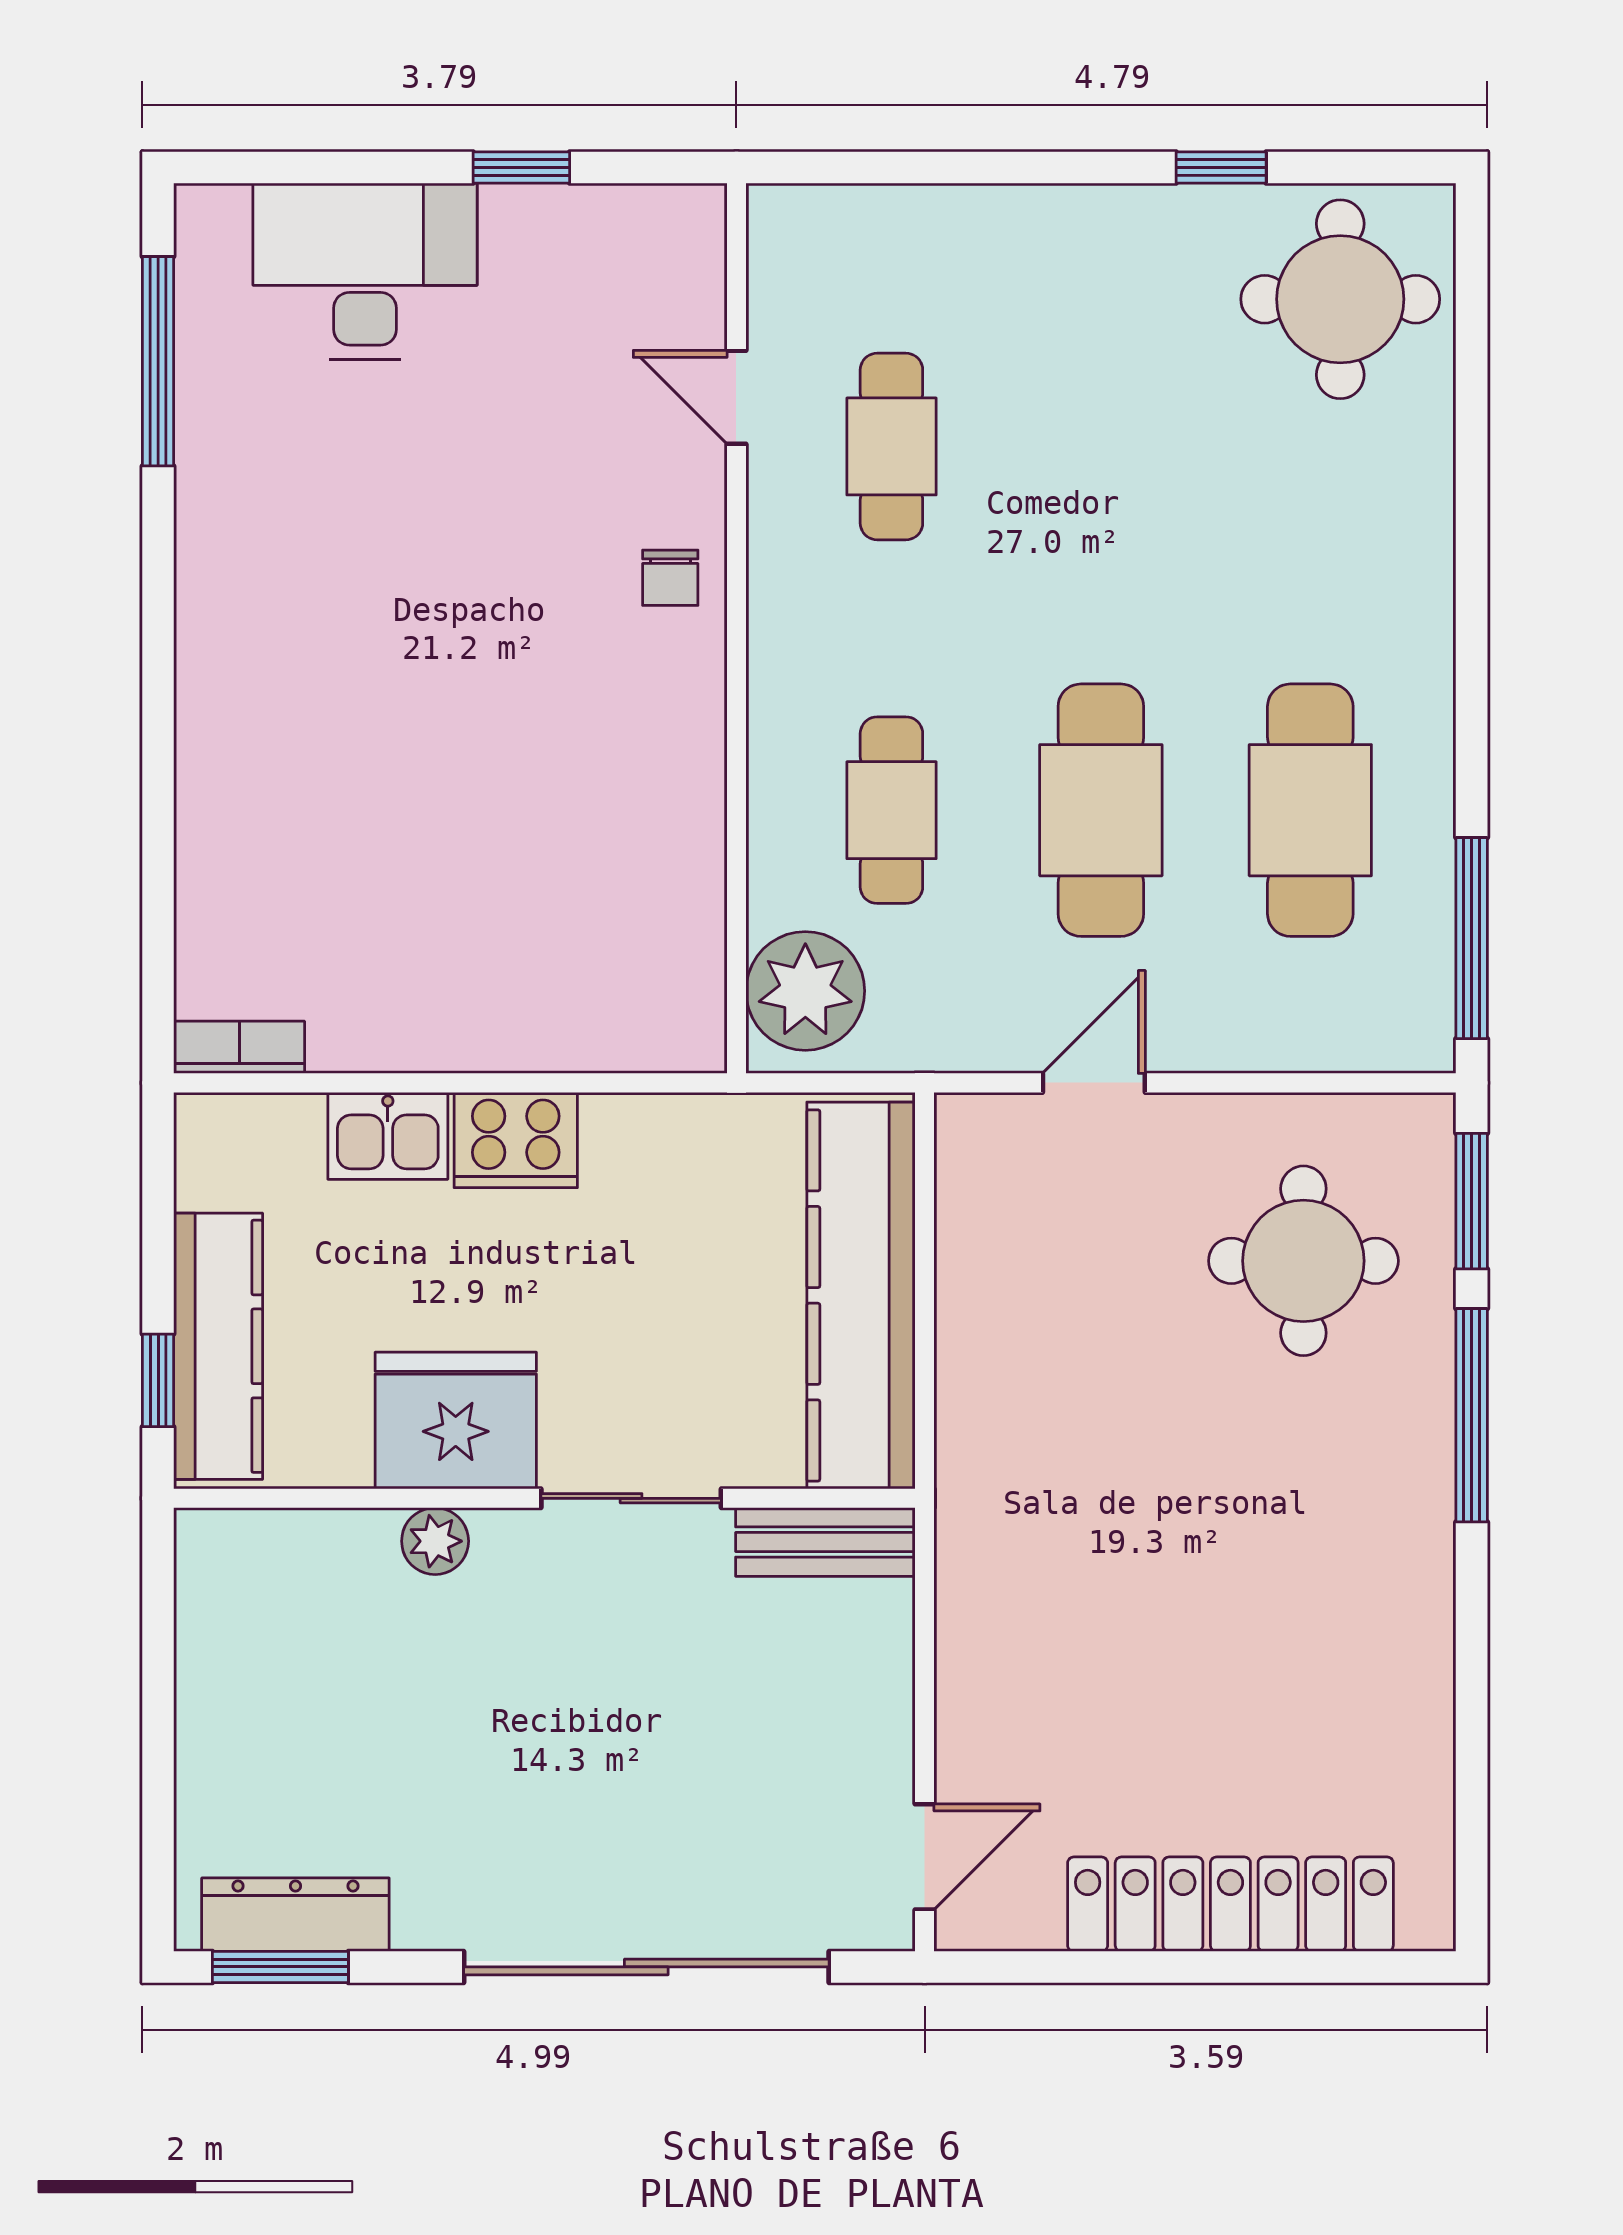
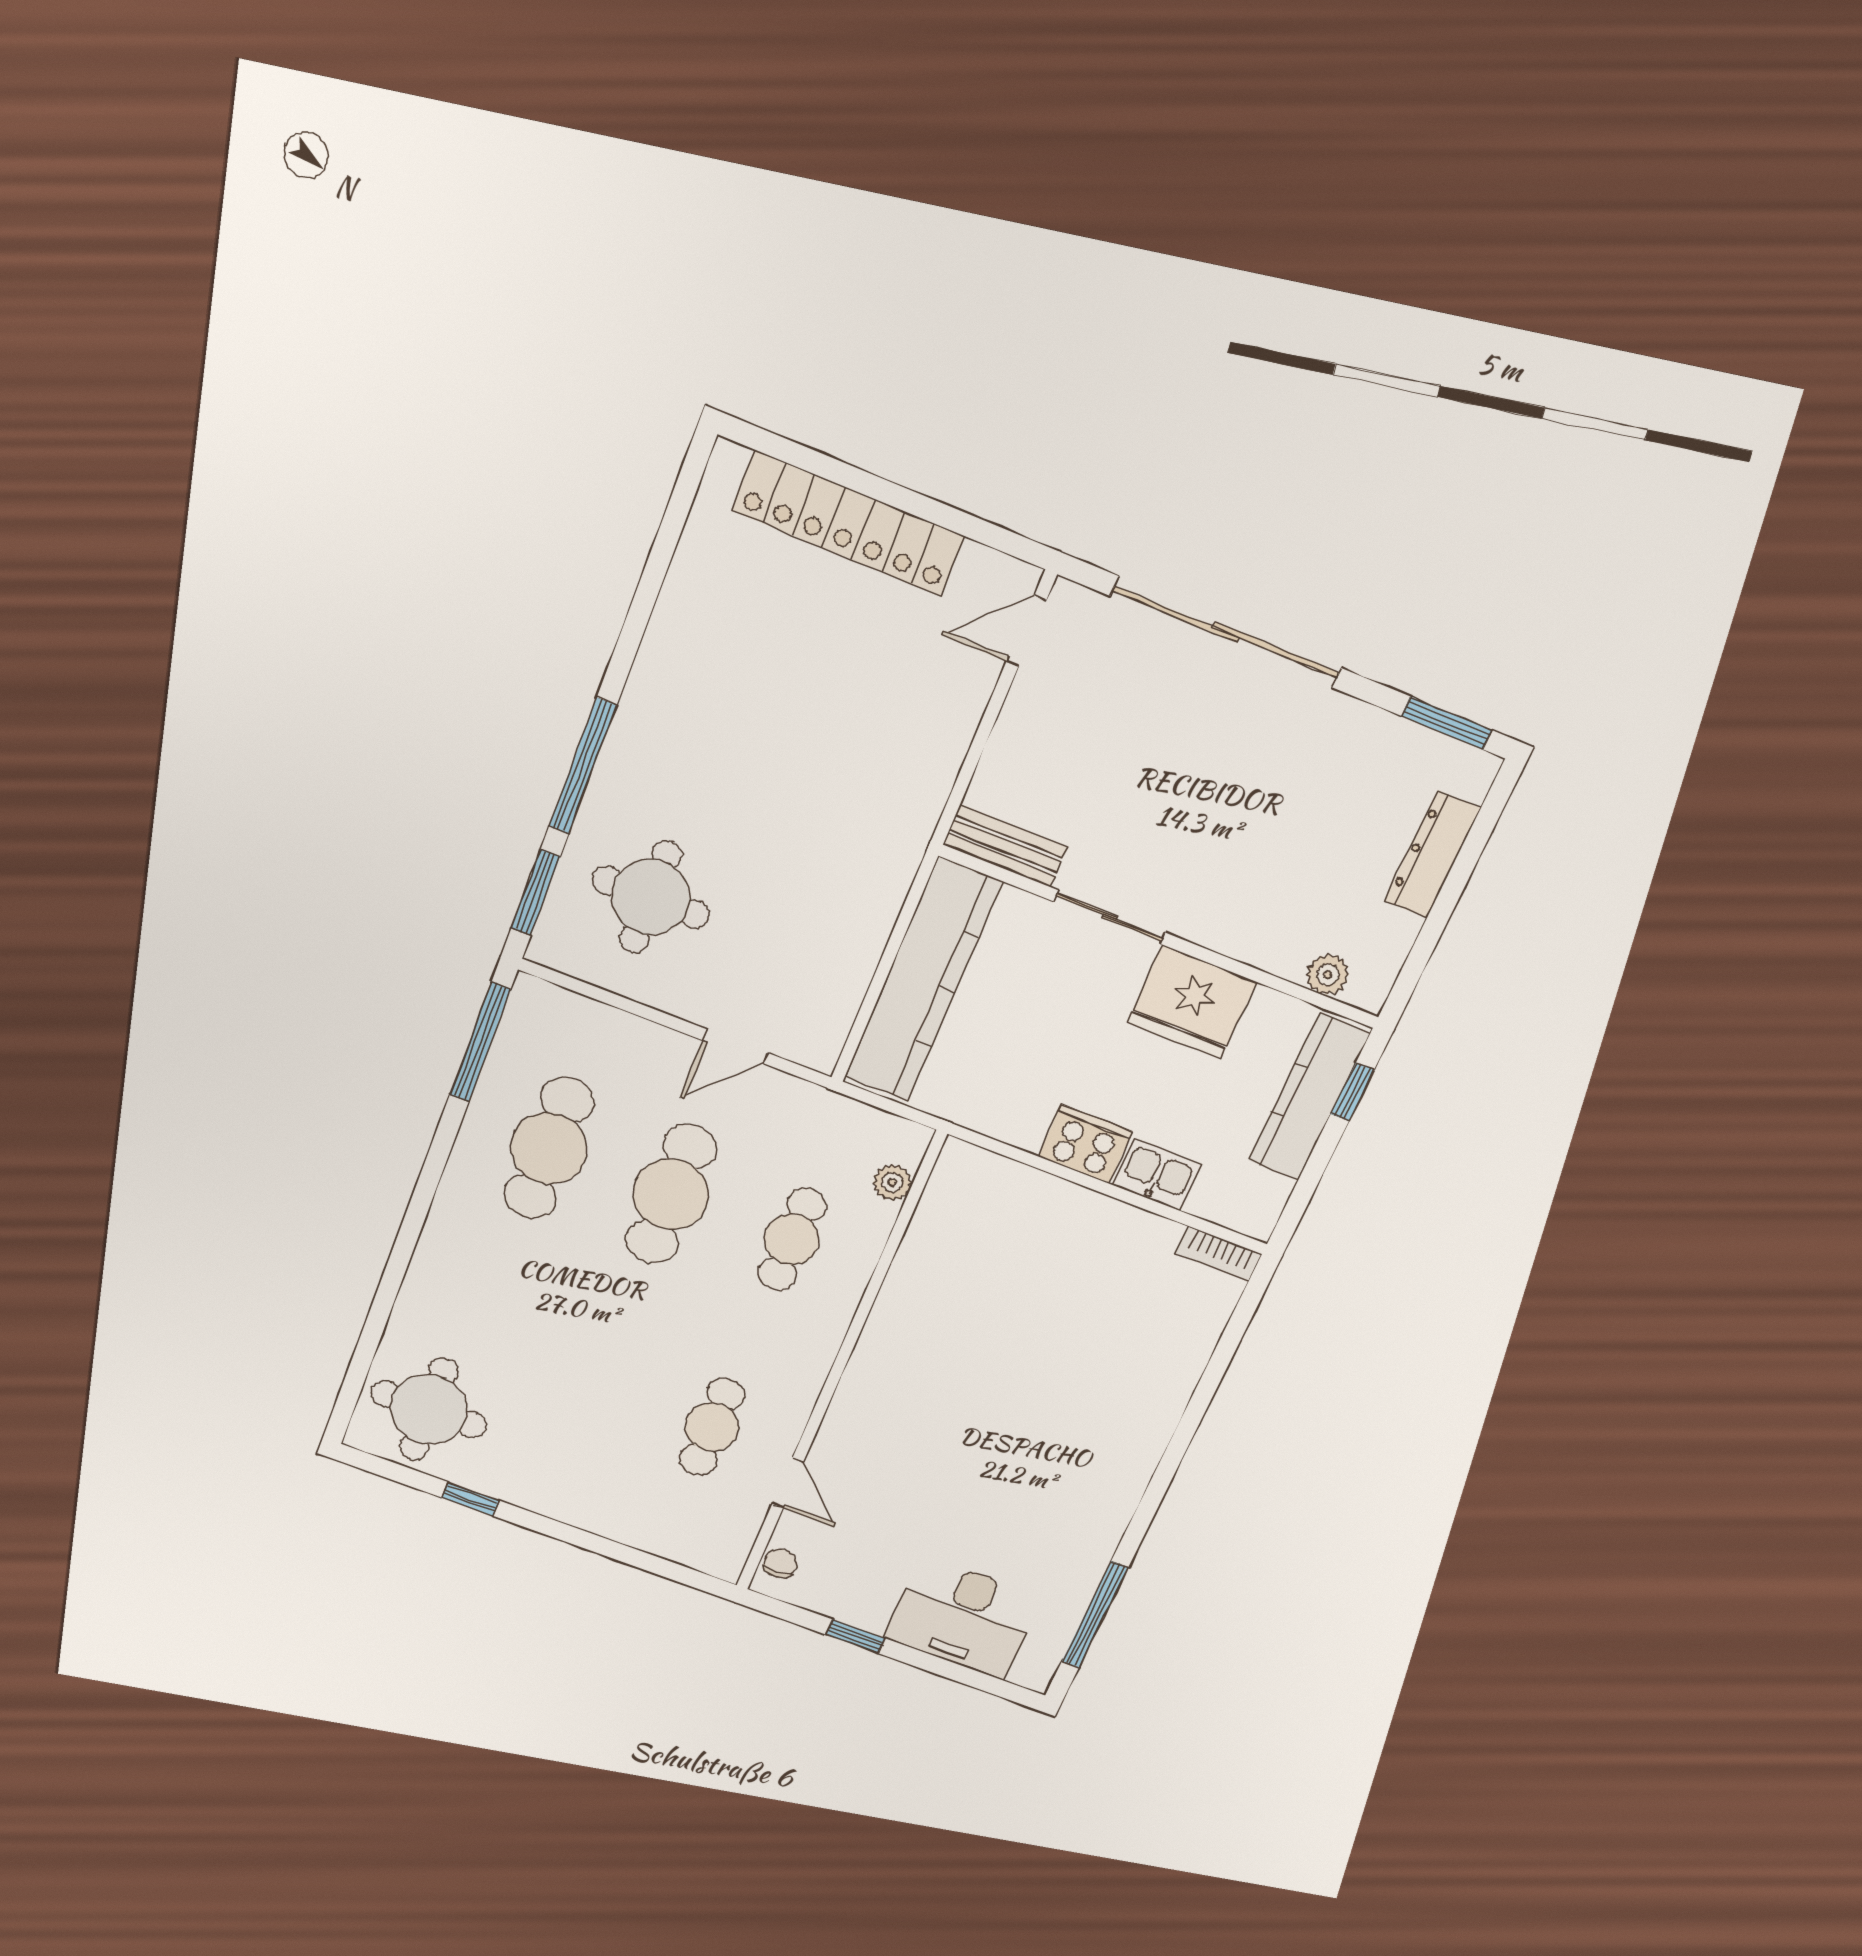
chair: (670, 578) -> (781, 1563), moved
plant: (805, 991) -> (892, 1182), width x0.53, depth x0.53
plant: (435, 1541) -> (1328, 975), moved
dresser: (295, 1915) -> (1432, 855), moved, turned 90

